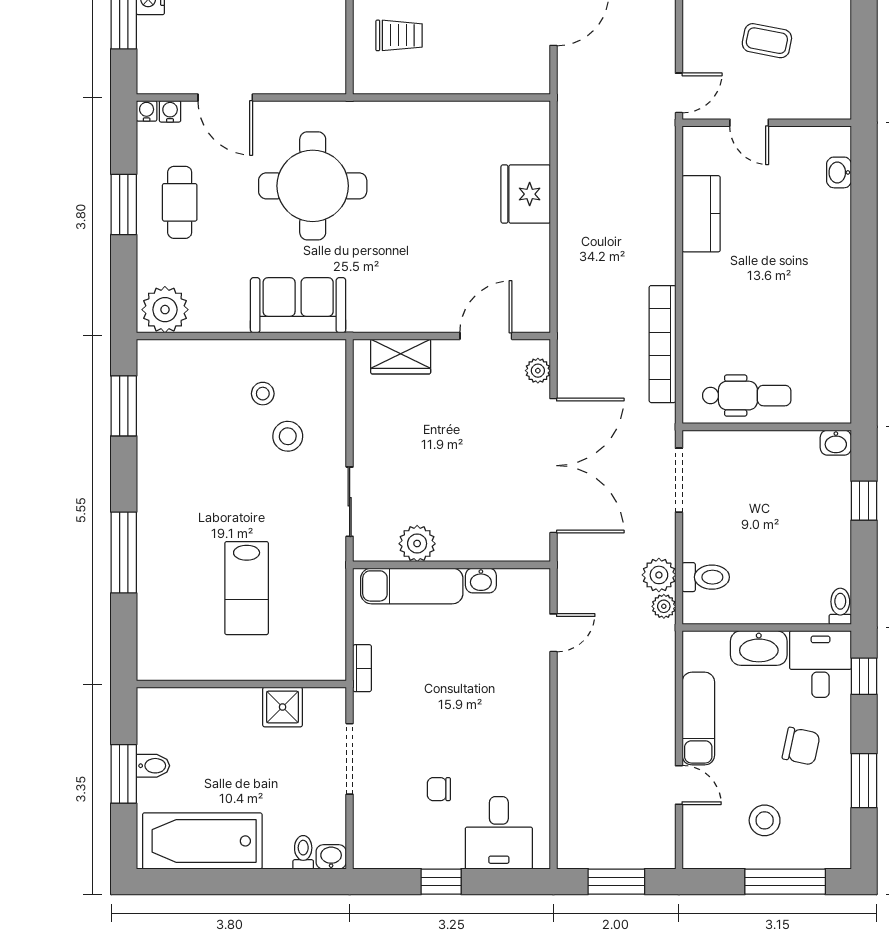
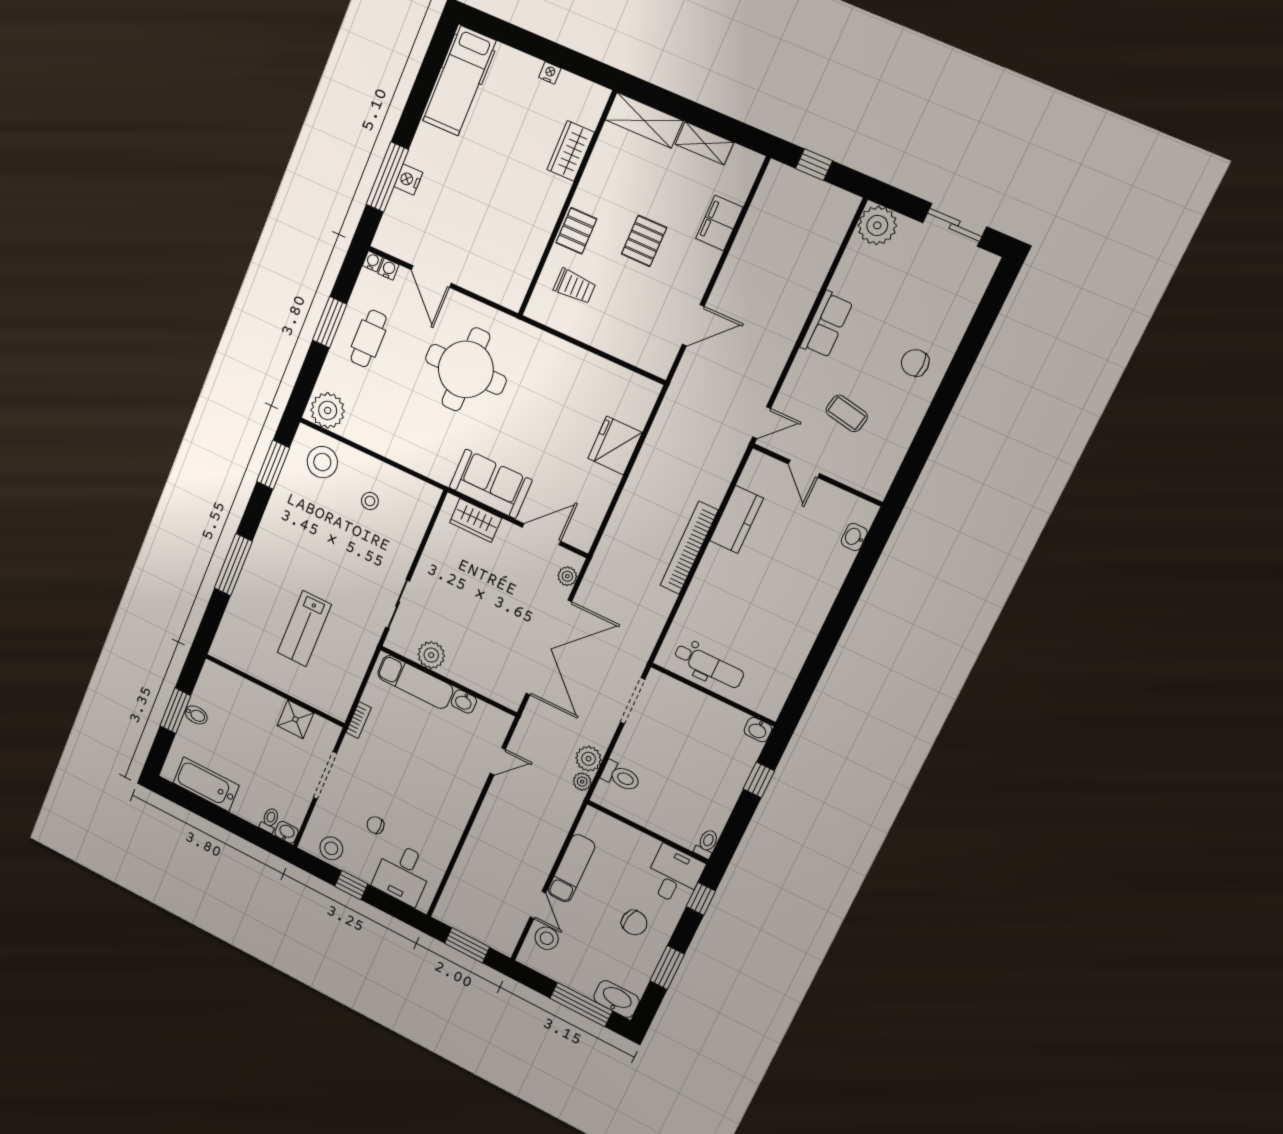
sofa: (298, 305) -> (491, 484), moved
bookcase: (663, 344) -> (689, 548), moved
stool: (288, 436) -> (322, 462), moved, width x1.38, depth x1.38
washbasin: (759, 648) -> (616, 999), moved, turned 180
stool: (765, 820) -> (547, 938), moved
bathtub: (202, 841) -> (206, 784), width x0.73, depth x0.73
stool: (396, 848) -> (331, 848), added

